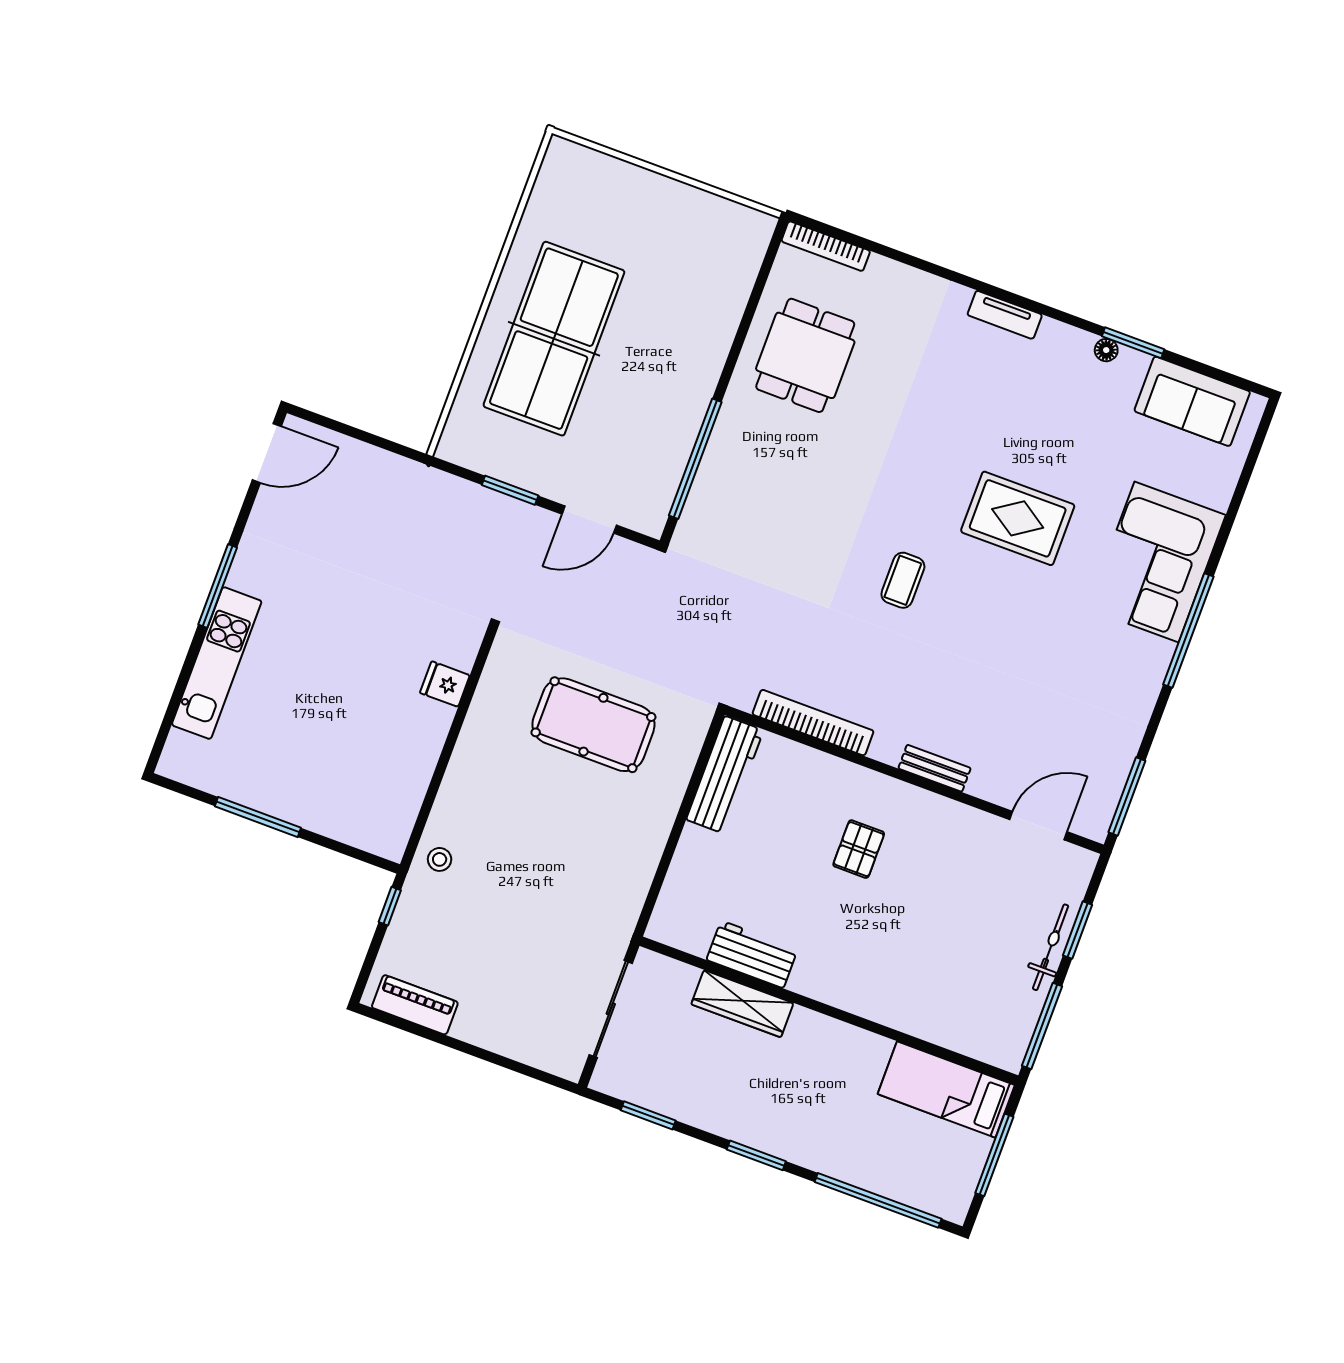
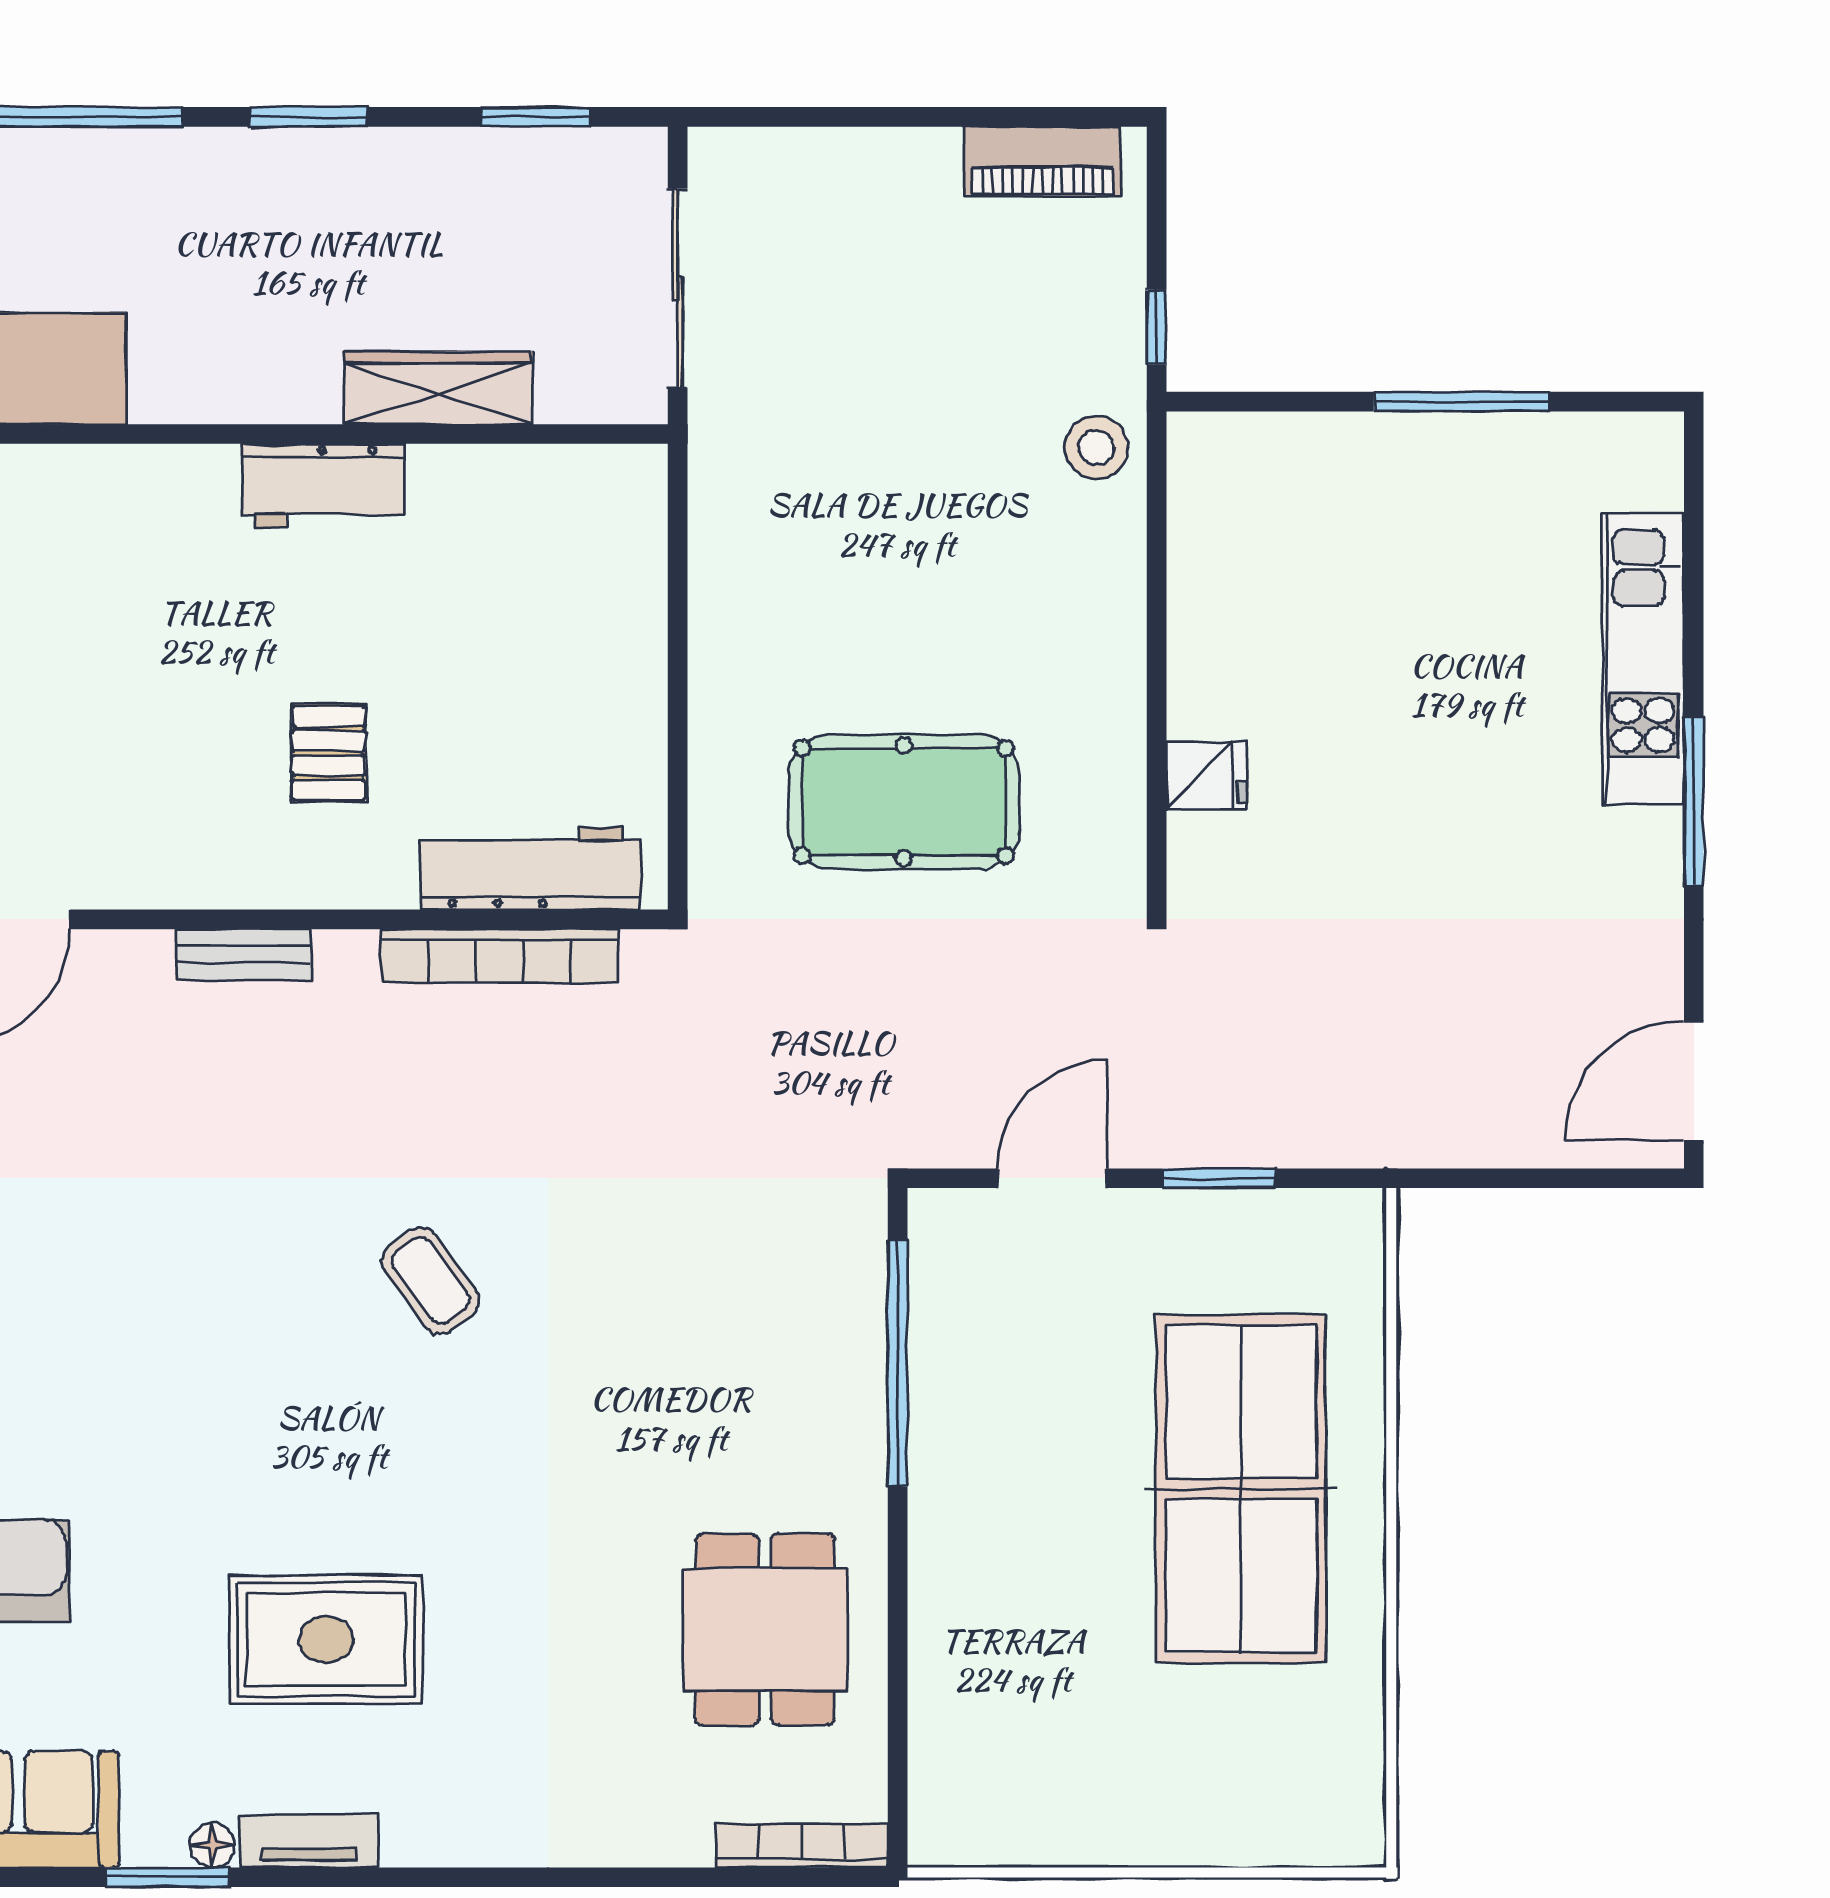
tv unit: (1005, 315) -> (309, 1841), moved
rug: (1018, 518) -> (326, 1639), moved
coffee table: (903, 580) -> (431, 1281), turned -36
workbench: (725, 775) -> (531, 868), moved, turned 90
stool: (440, 859) -> (1096, 447), width x1.37, depth x1.37
workbench: (752, 954) -> (323, 486), moved

